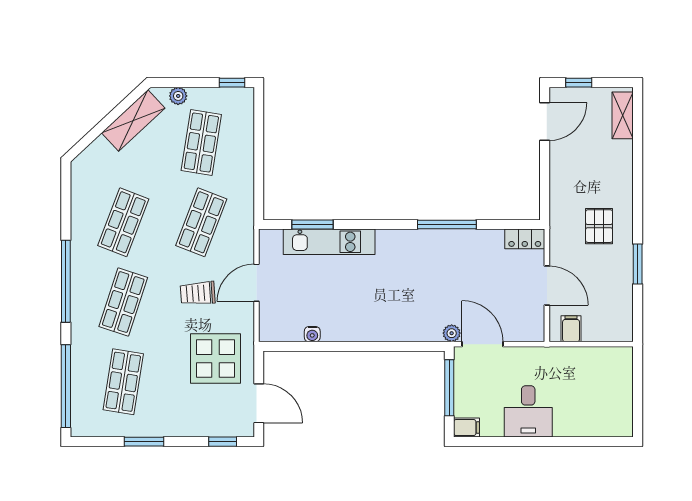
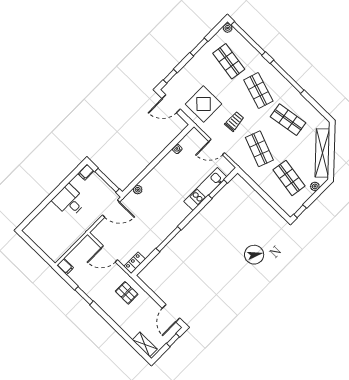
shelving: (133, 120) -> (322, 153), width x1.47
shop shelf: (123, 222) -> (288, 120), turned -30
pallet: (599, 226) -> (127, 293), moved
door: (256, 283) -> (217, 147), swing flipped
filing cabinet: (571, 329) -> (65, 267), moved
plant: (452, 333) -> (138, 190), moved
plant: (79, 428) -> (228, 28), added

